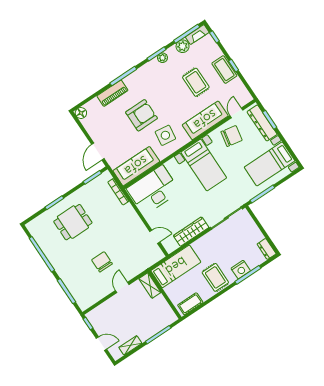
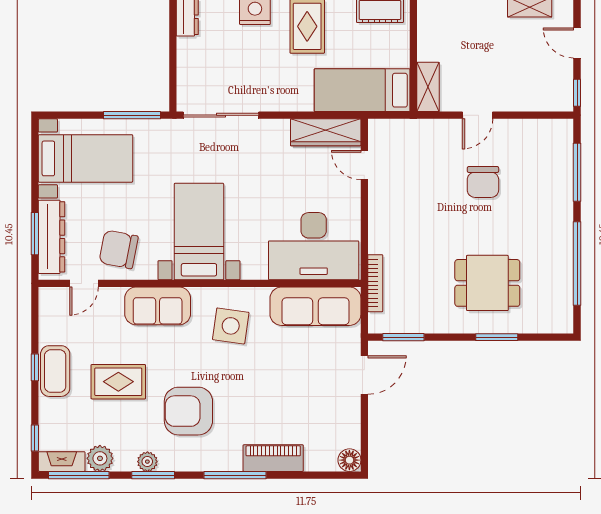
rug: (196, 82) -> (118, 382), turned 90
armchair: (142, 115) -> (188, 411), moved
sofa: (205, 120) -> (158, 306), width x0.73
wardrobe: (191, 232) -> (326, 132), moved

